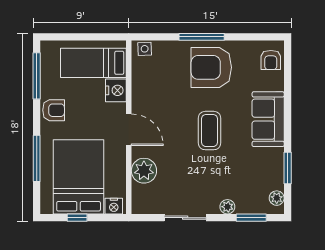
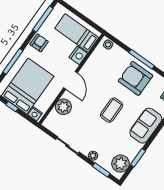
armchair: (54, 110) -> (39, 43), turned -90
plant: (277, 198) -> (121, 164), width x1.87, depth x1.87

